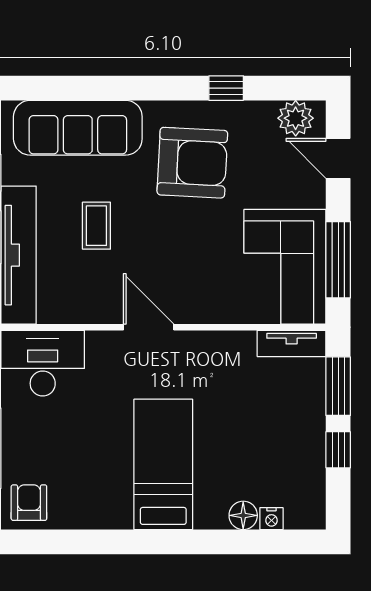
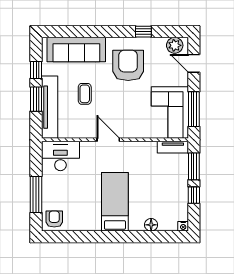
armchair: (192, 163) -> (128, 65), turned -93
nightstand: (271, 519) -> (183, 226), moved

